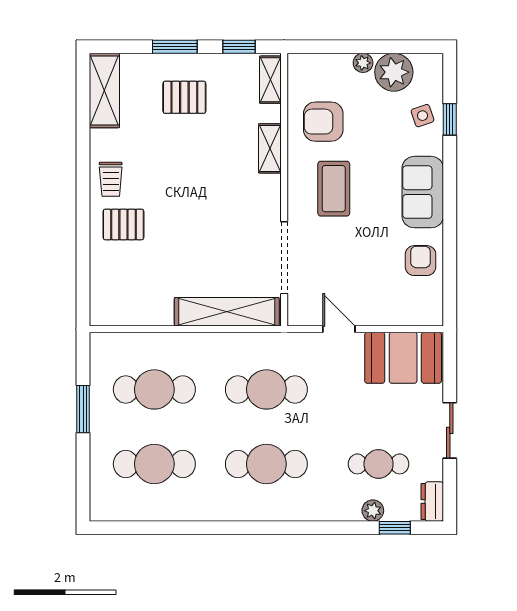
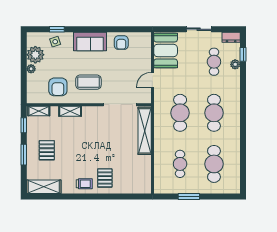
armchair: (421, 261) -> (121, 43), turned -90
cafe table: (154, 389) -> (180, 164), width x0.73, depth x0.74

